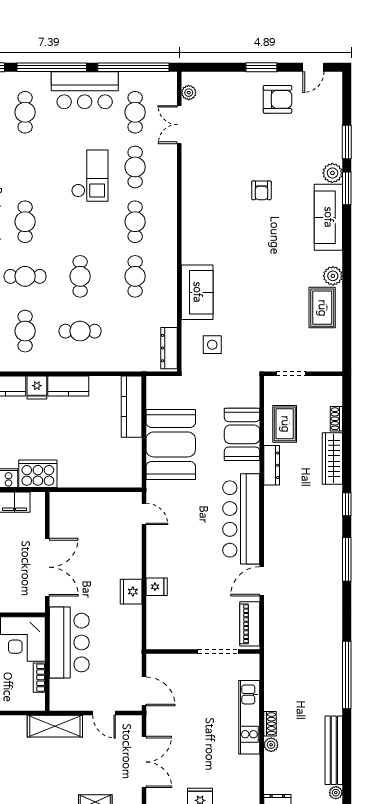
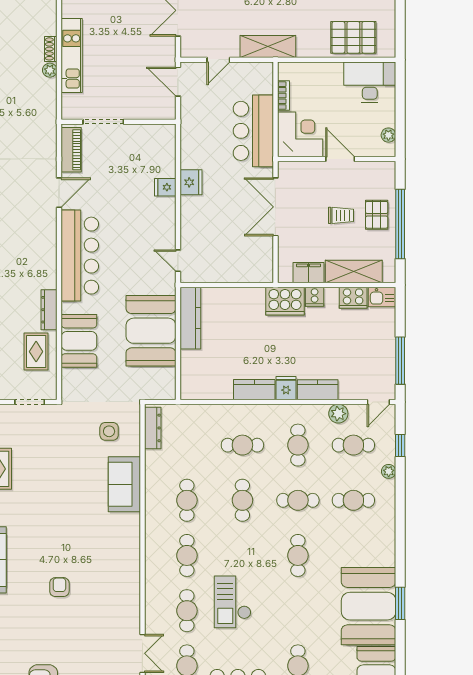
kitchen counter: (132, 407) -> (190, 318), moved
door: (104, 713) -> (218, 60), swing flipped
plant: (271, 745) -> (50, 70), moved

